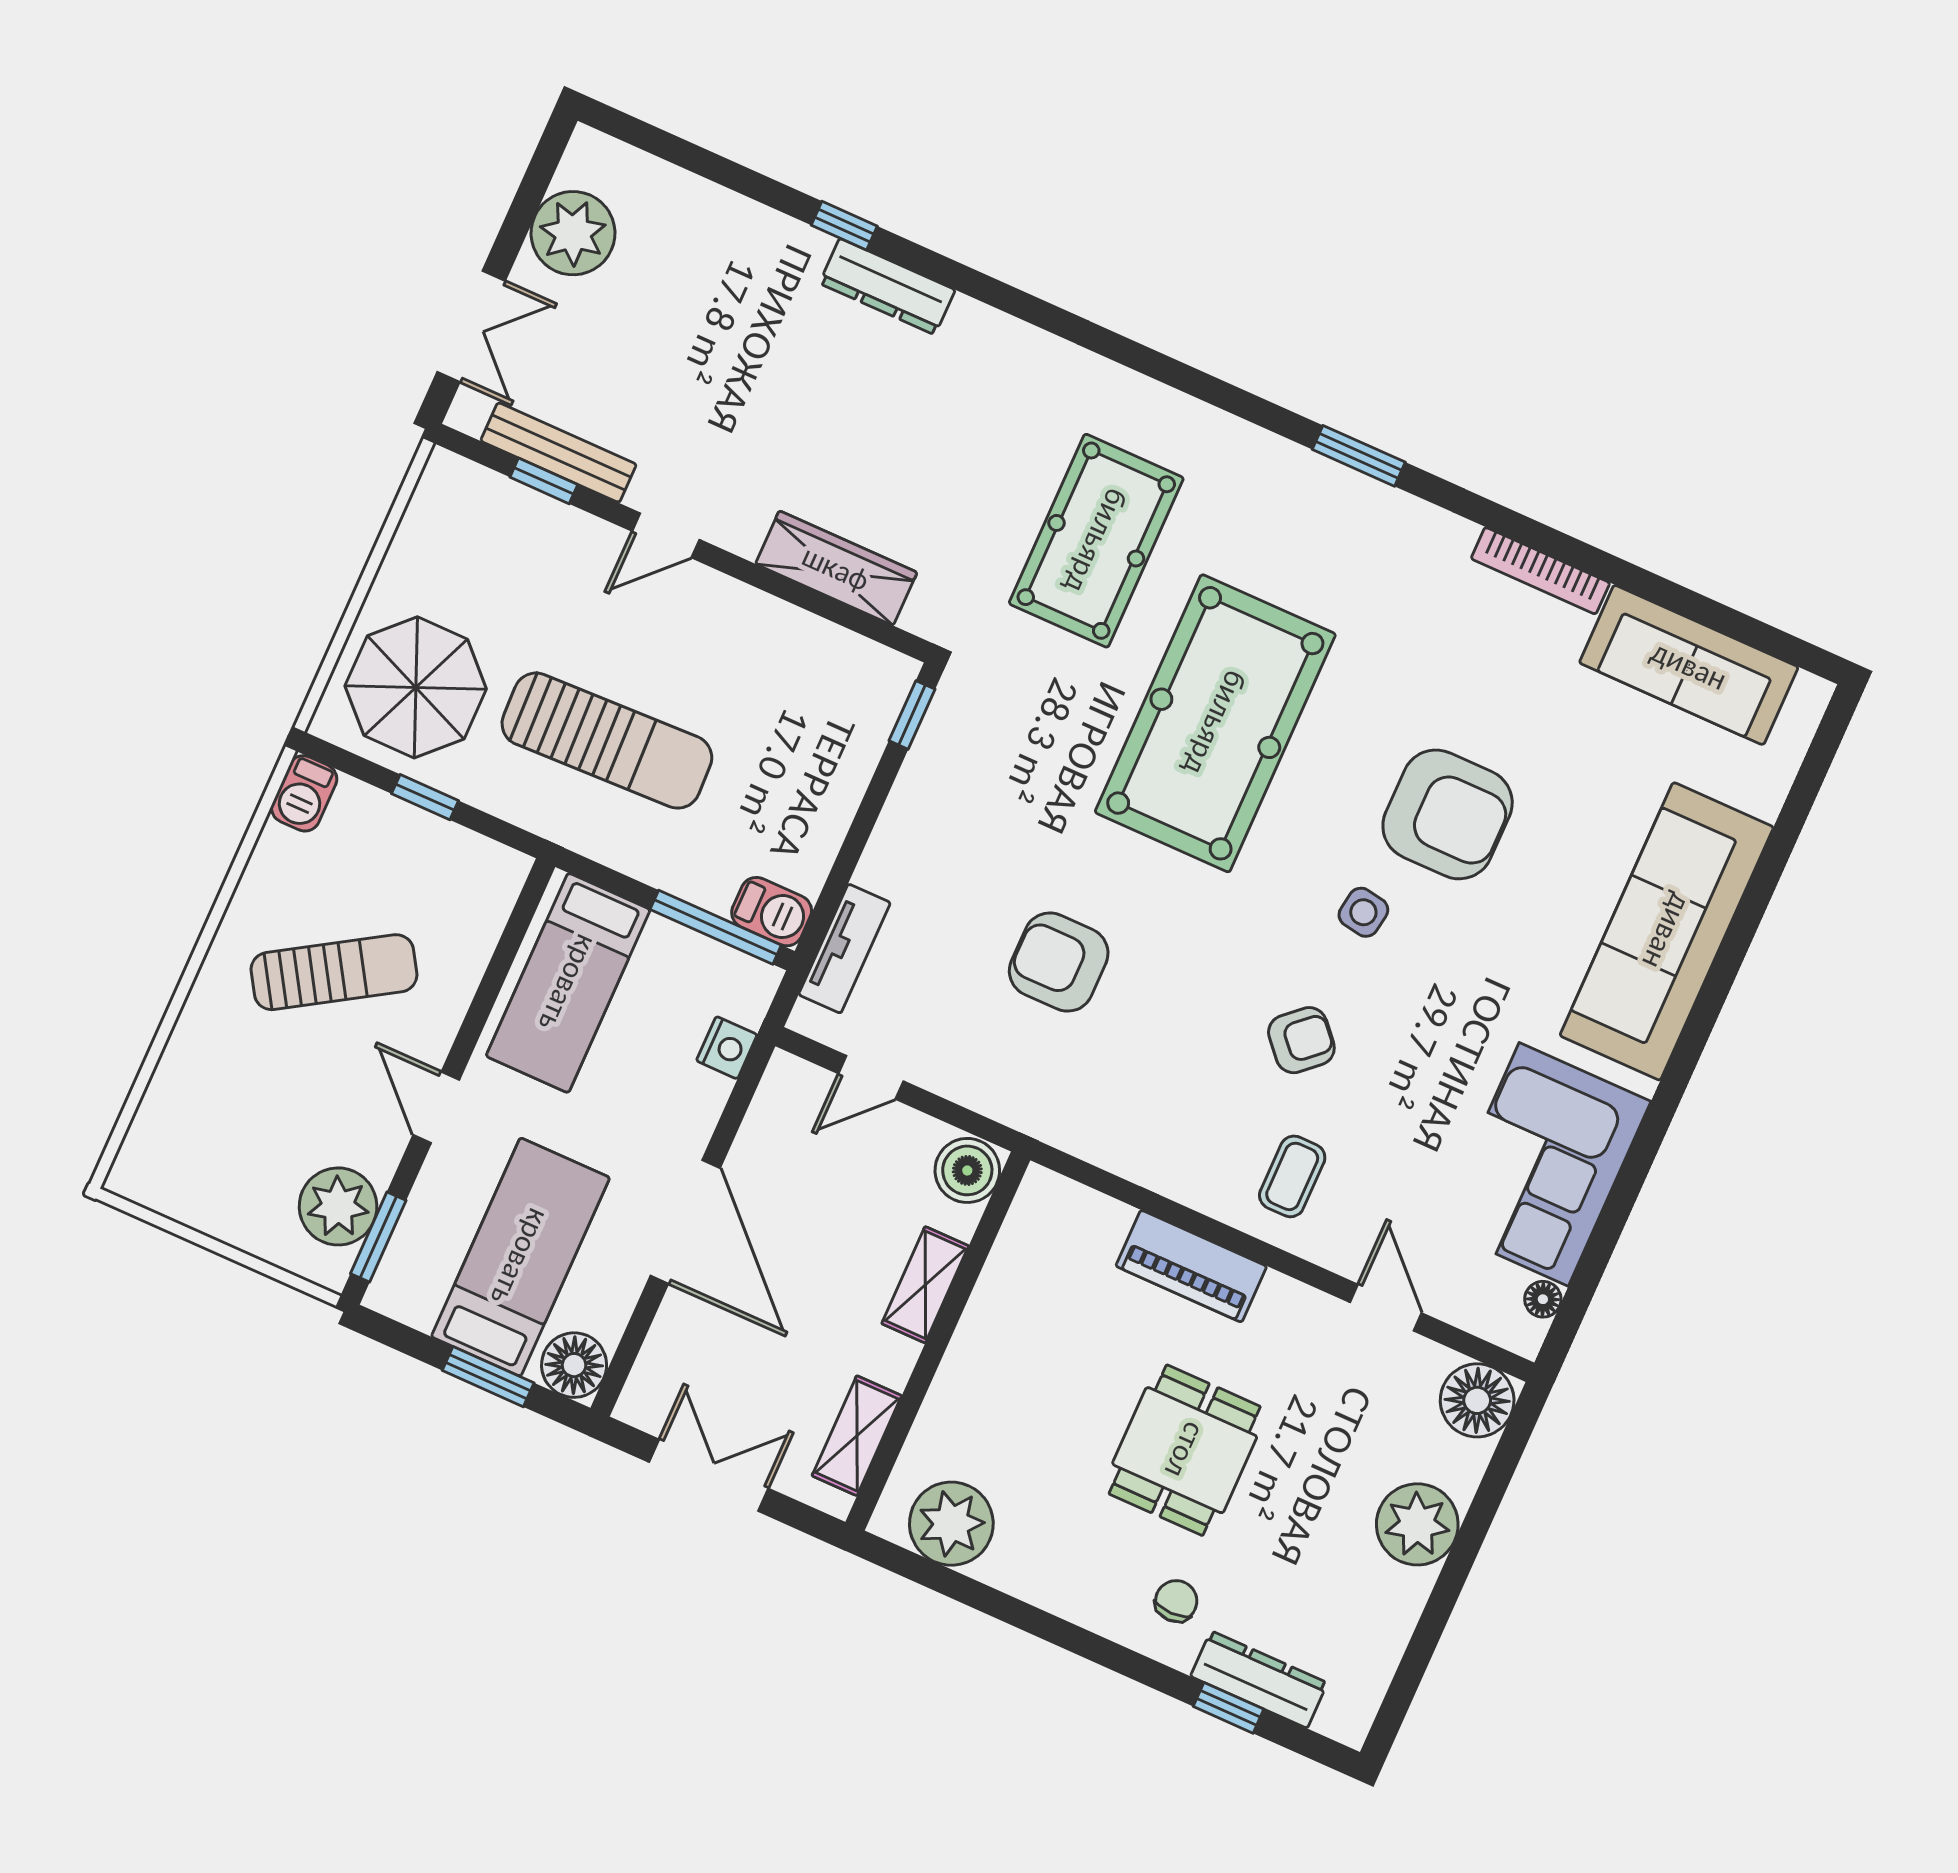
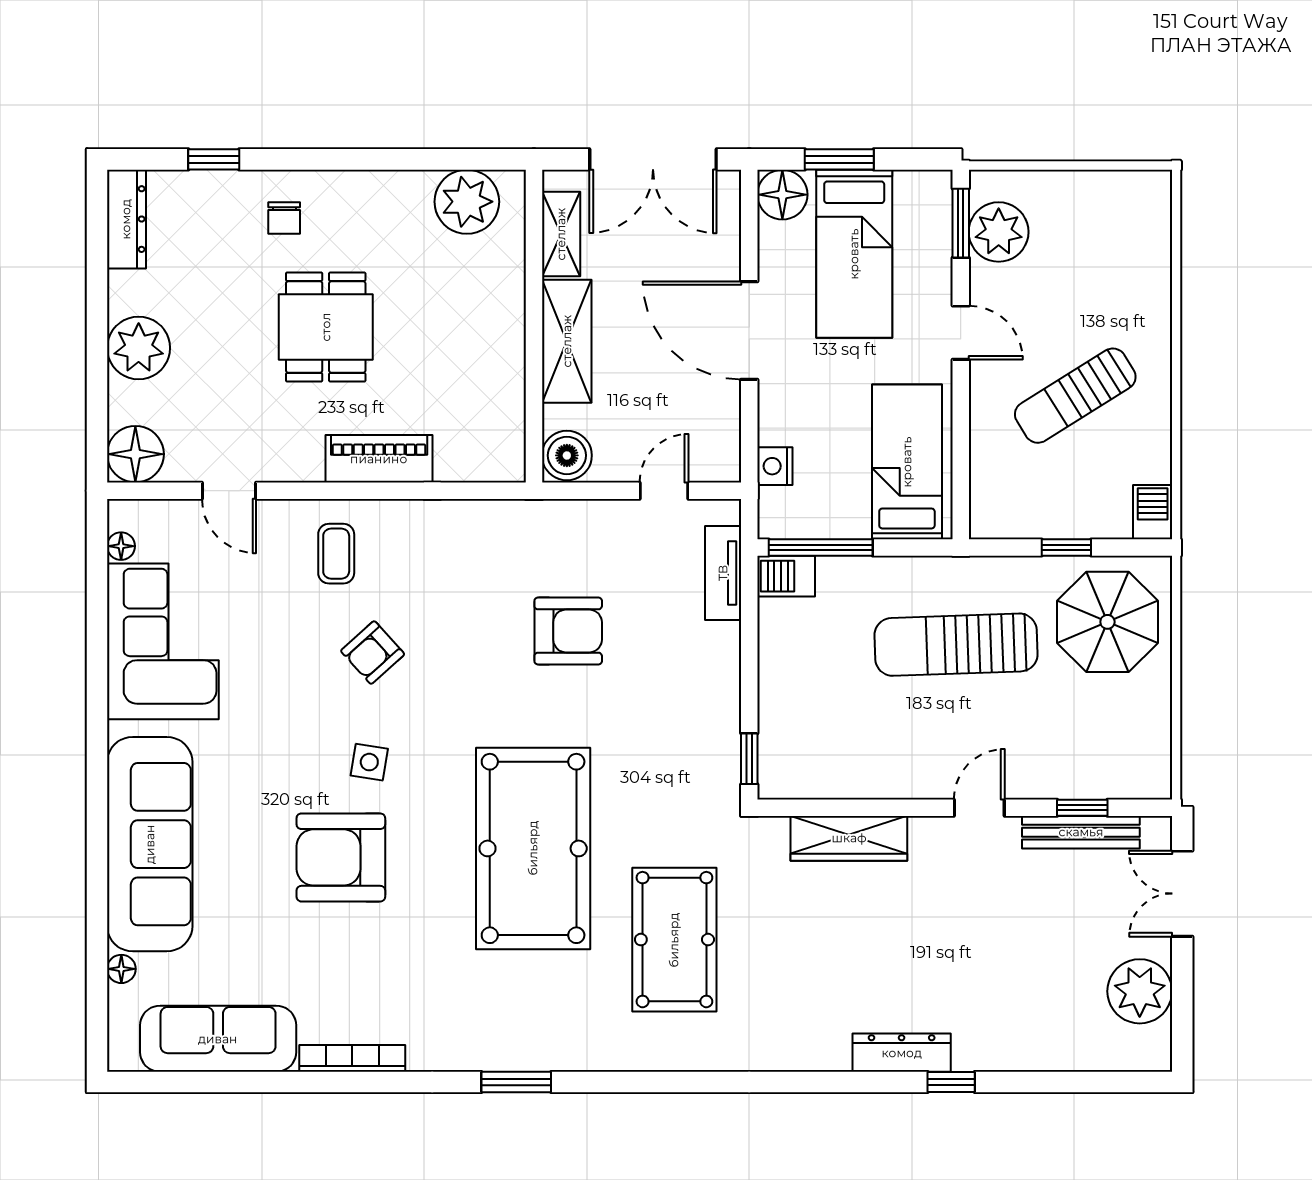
floor lamp: (1766, 799) -> (121, 969), added
shelving: (925, 1285) -> (567, 341), width x1.50, depth x1.33
double door: (709, 1475) -> (653, 159), width x1.37
dresser: (1259, 1679) -> (126, 219), moved, turned -90

